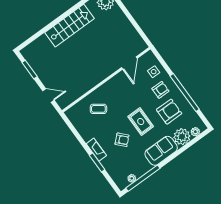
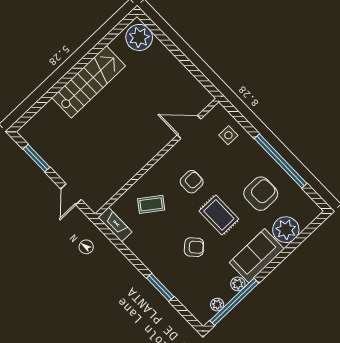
door: (129, 63) -> (189, 127), swing flipped
armchair: (160, 90) -> (192, 182), moved
door: (48, 95) -> (71, 194), swing flipped
plant: (195, 132) -> (238, 284), moved
fireplace: (96, 150) -> (115, 225), moved

